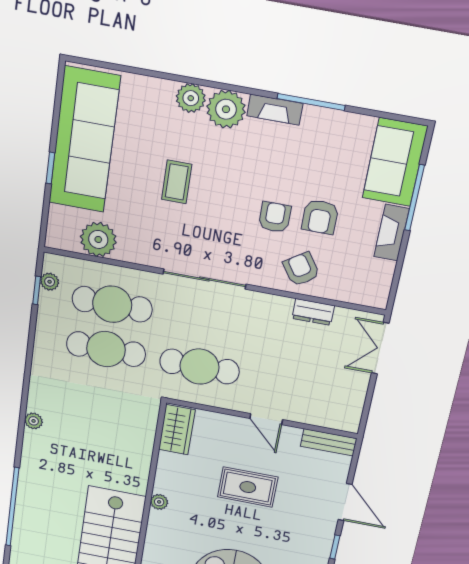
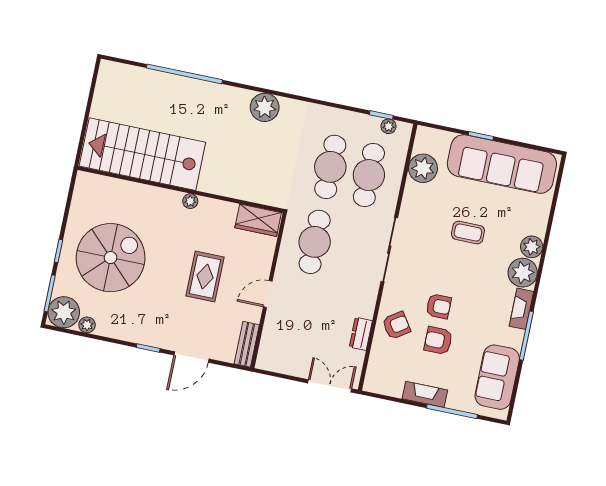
sofa: (395, 162) -> (497, 377), moved, turned -90
plant: (34, 421) -> (265, 107), width x1.87, depth x1.87

